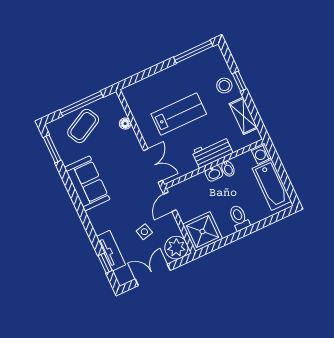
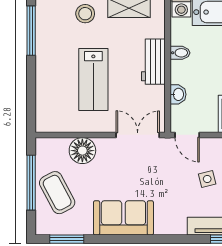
lab bench: (179, 114) -> (93, 79), turned 180
floor lamp: (125, 124) -> (82, 151), width x1.89, depth x1.89
washbasin: (214, 173) -> (178, 94), moved

